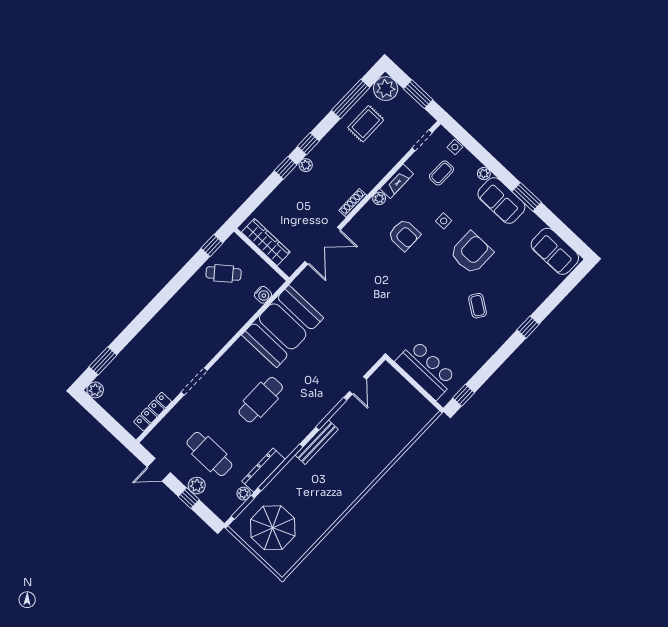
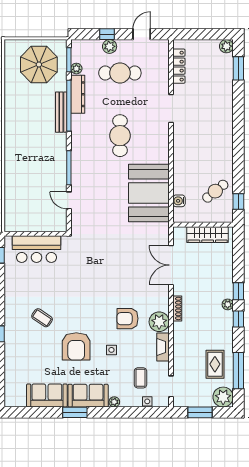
plant: (379, 198) -> (159, 322), width x1.87, depth x1.87
sofa: (555, 251) -> (47, 395), moved
bench: (317, 442) -> (61, 112), moved

